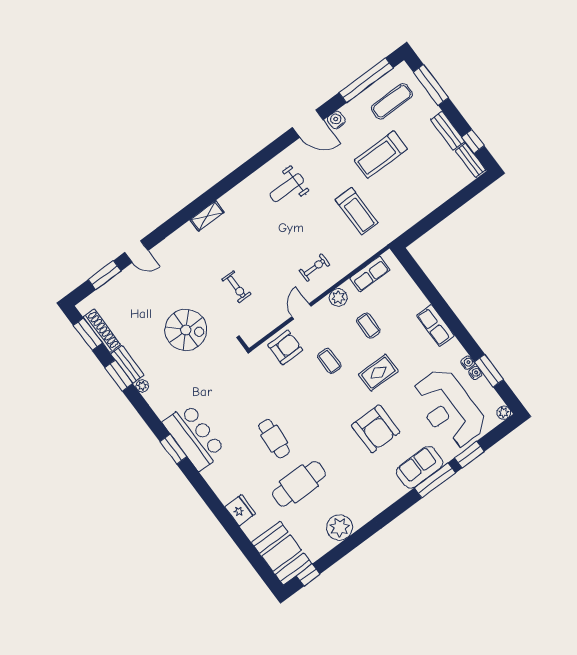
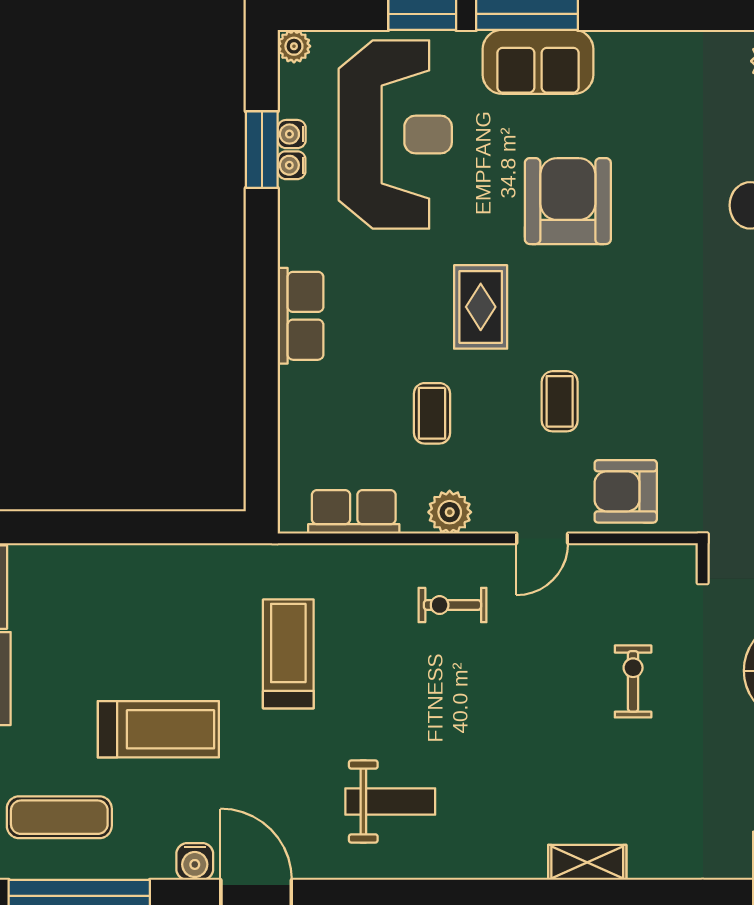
water cooler: (468, 363) -> (292, 134), moved
rug: (378, 373) -> (481, 307), turned 90

